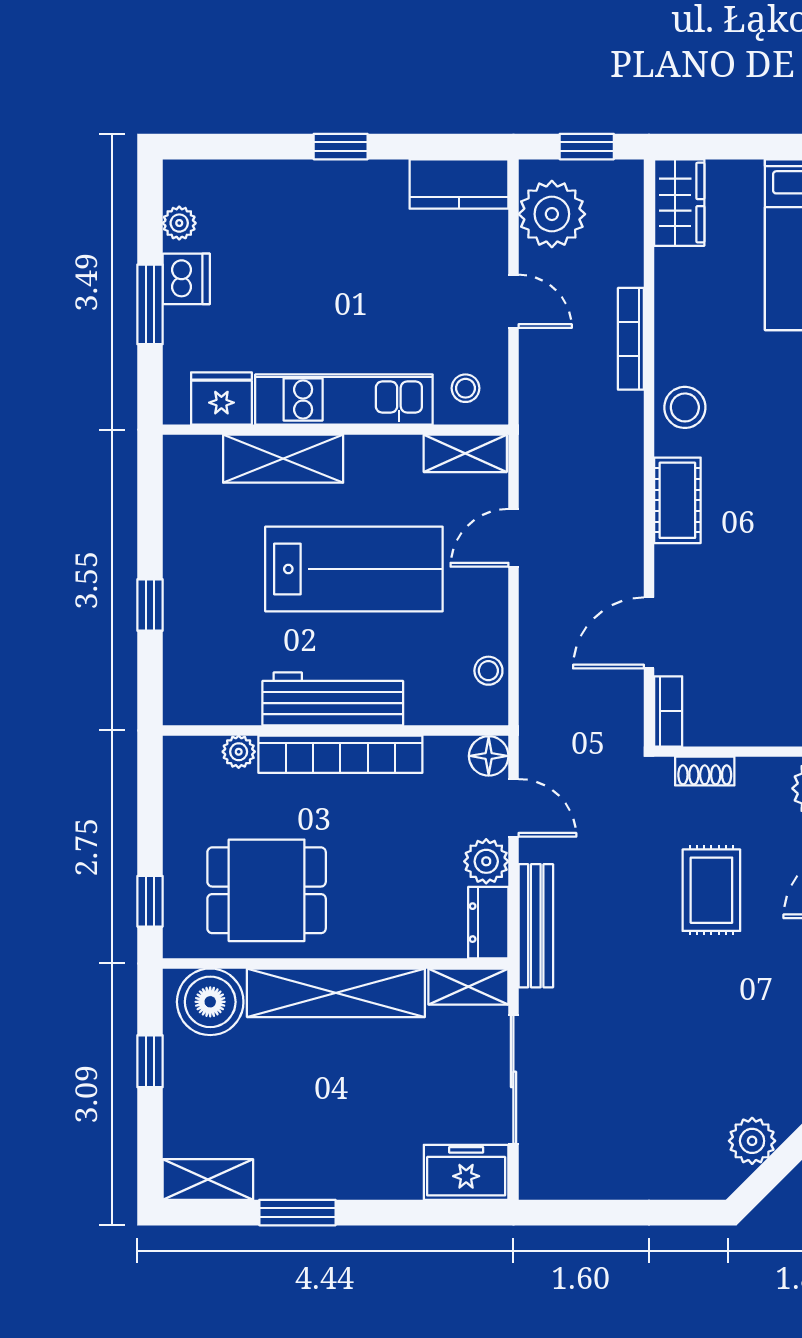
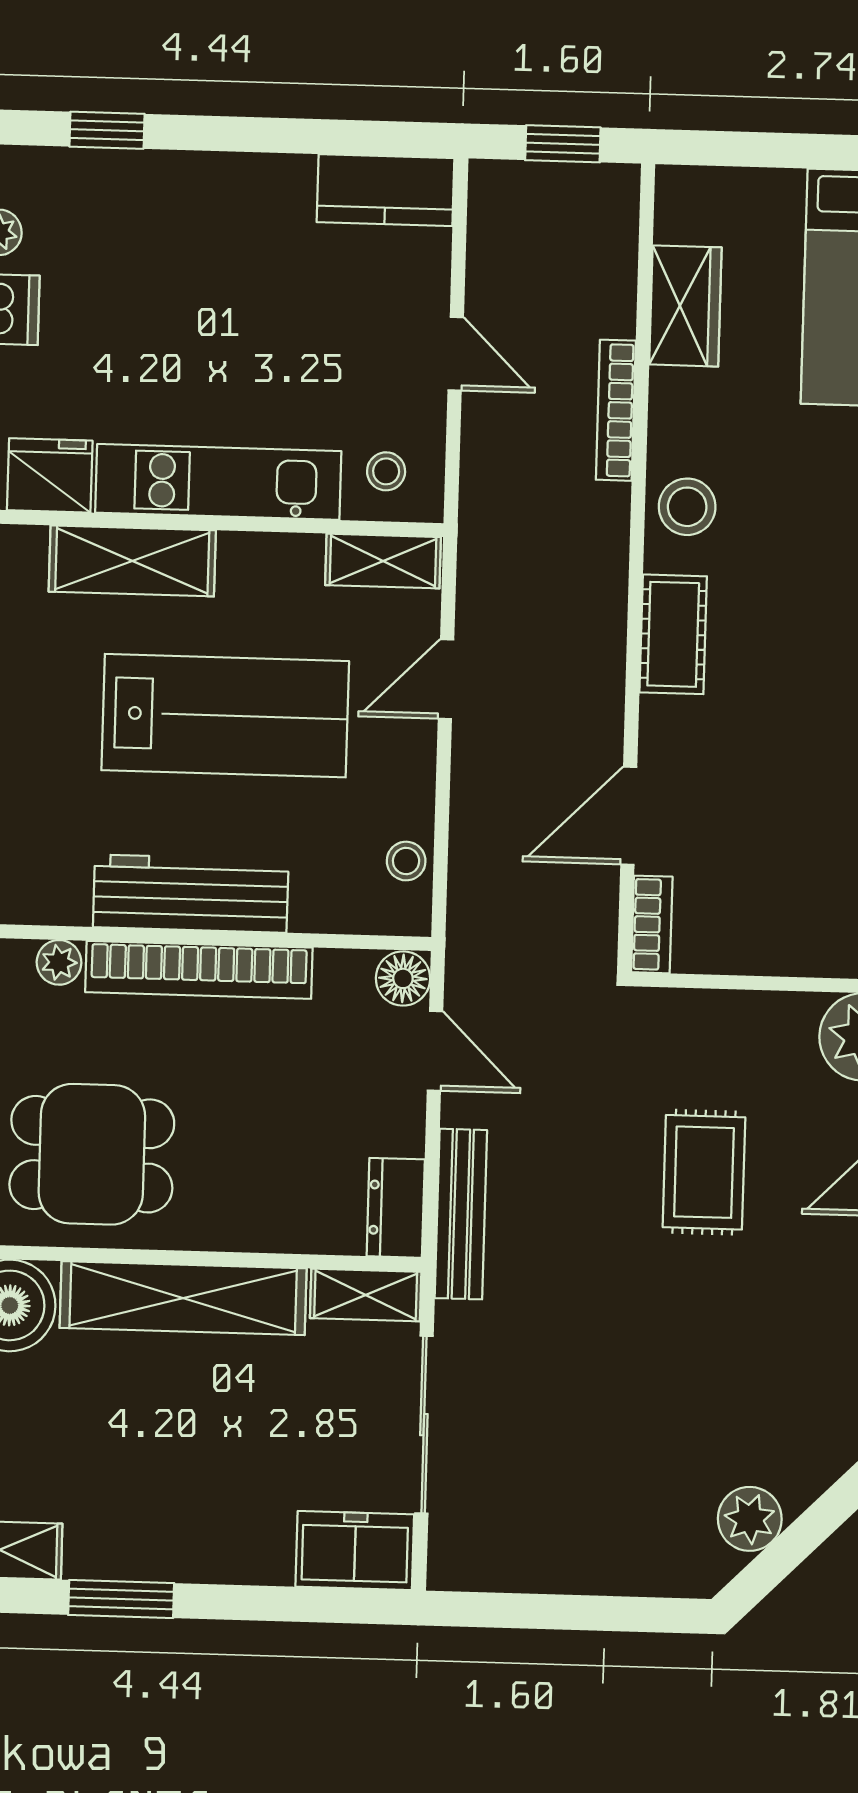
window: (341, 147) -> (107, 130), moved
wardrobe: (679, 203) -> (685, 306), moved
plant: (552, 214) -> (512, 235), removed
shoe rack: (705, 771) -> (700, 1008), removed
plant: (486, 861) -> (395, 1123), removed

